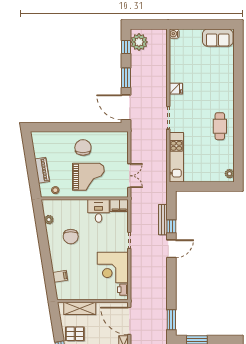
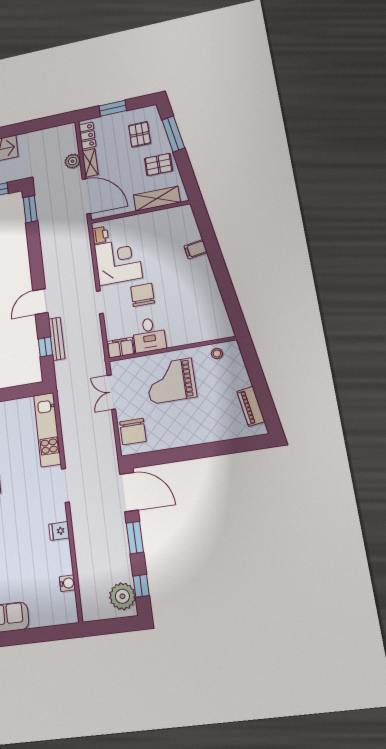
water cooler: (174, 34) -> (67, 583), moved
chair: (83, 148) -> (133, 431), moved
piano: (42, 170) -> (251, 406), moved
plant: (49, 220) -> (220, 310), removed
window: (171, 226) -> (45, 347), moved
chair: (71, 237) -> (142, 295), moved
filing cabinet: (60, 276) -> (196, 249), moved

